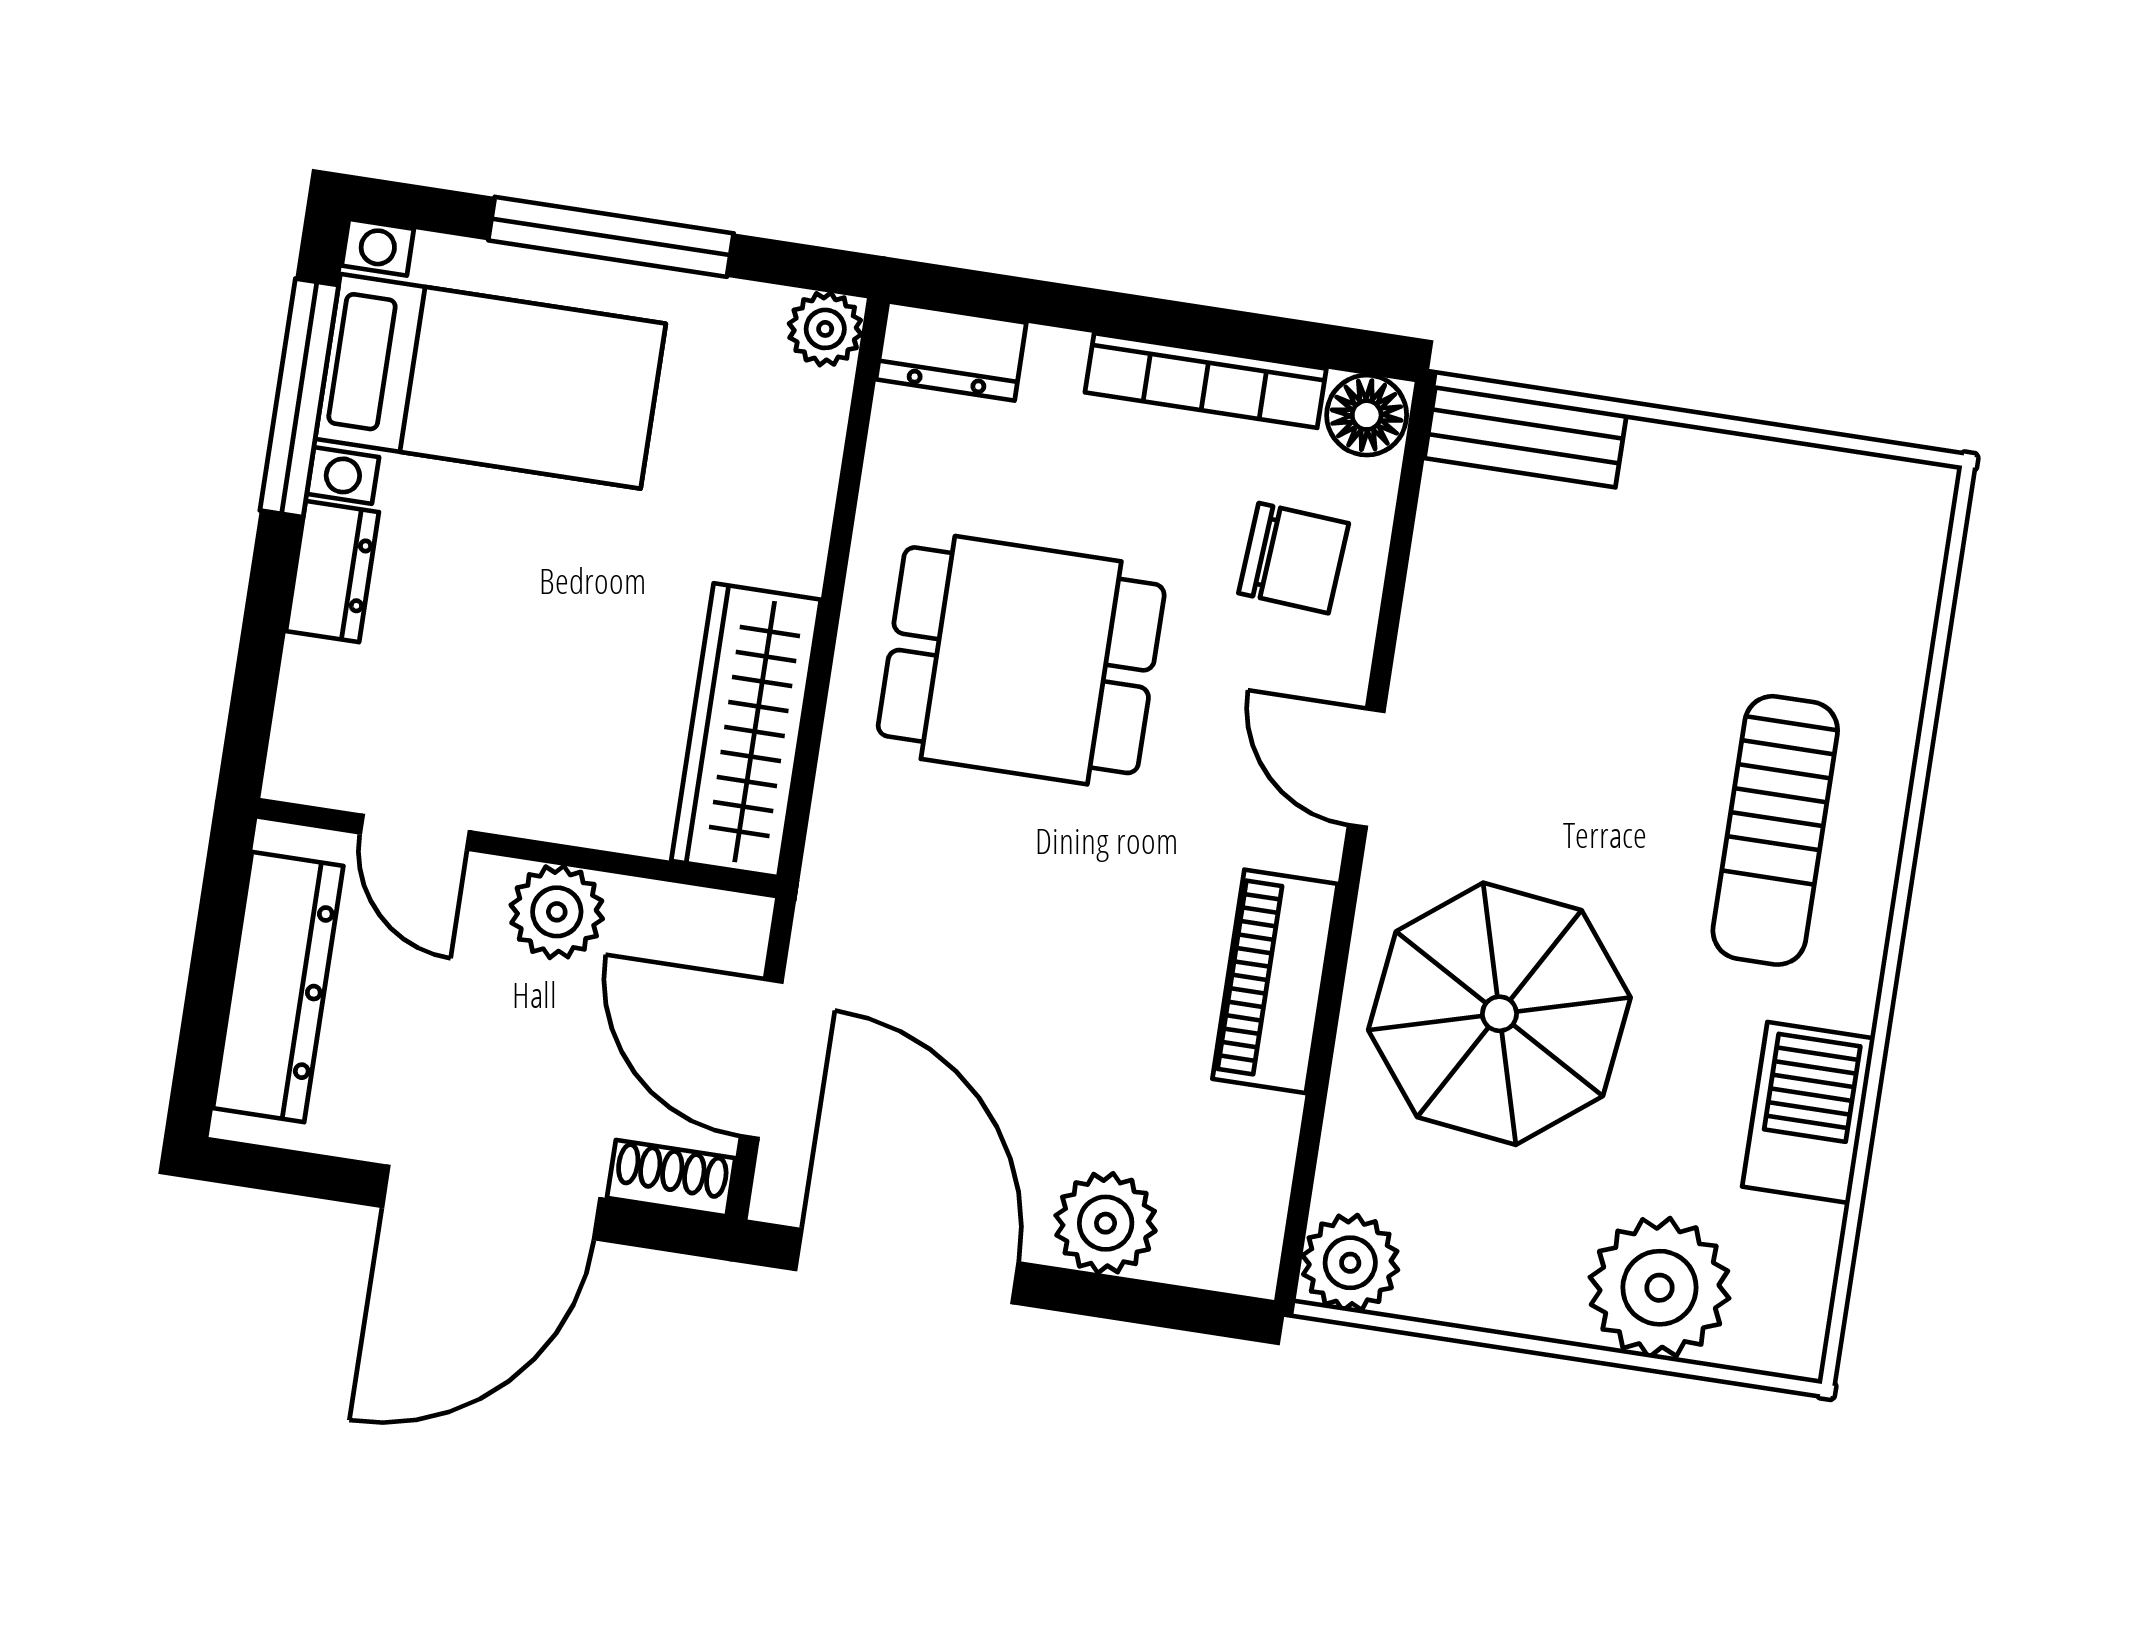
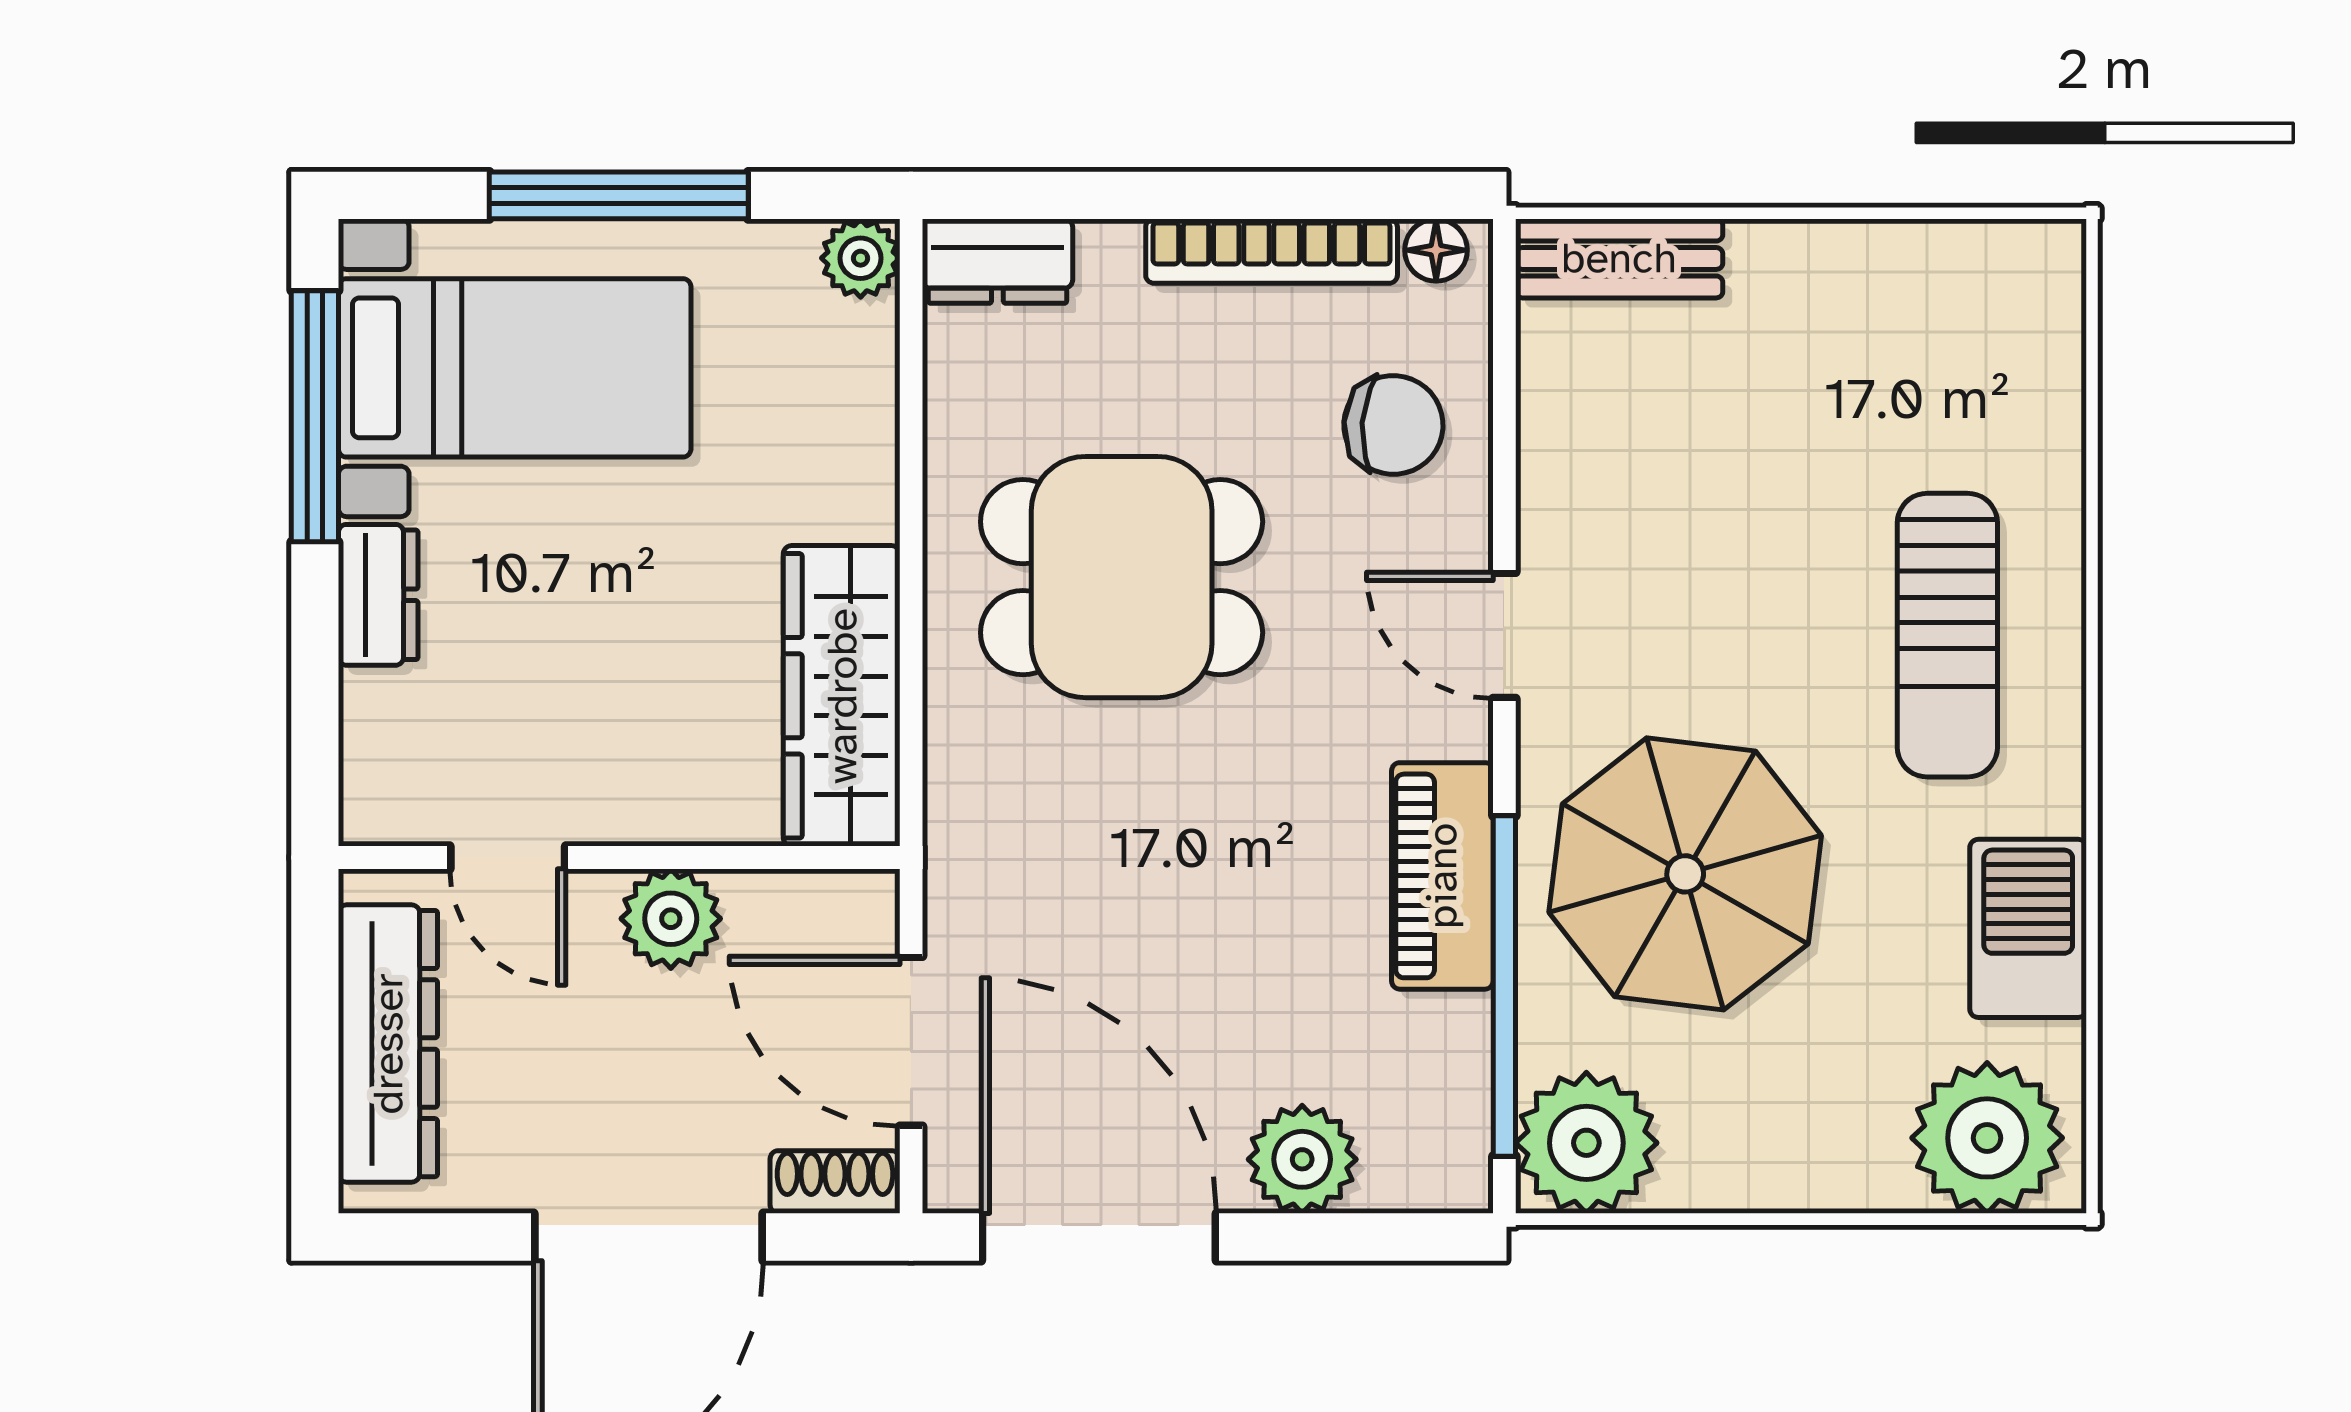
floor lamp: (1367, 415) -> (1436, 250), width x0.73, depth x0.73
window: (1317, 1092) -> (1504, 986), added
plant: (1350, 1263) -> (1586, 1143), width x1.36, depth x1.36
plant: (1659, 1288) -> (1987, 1138), moved

